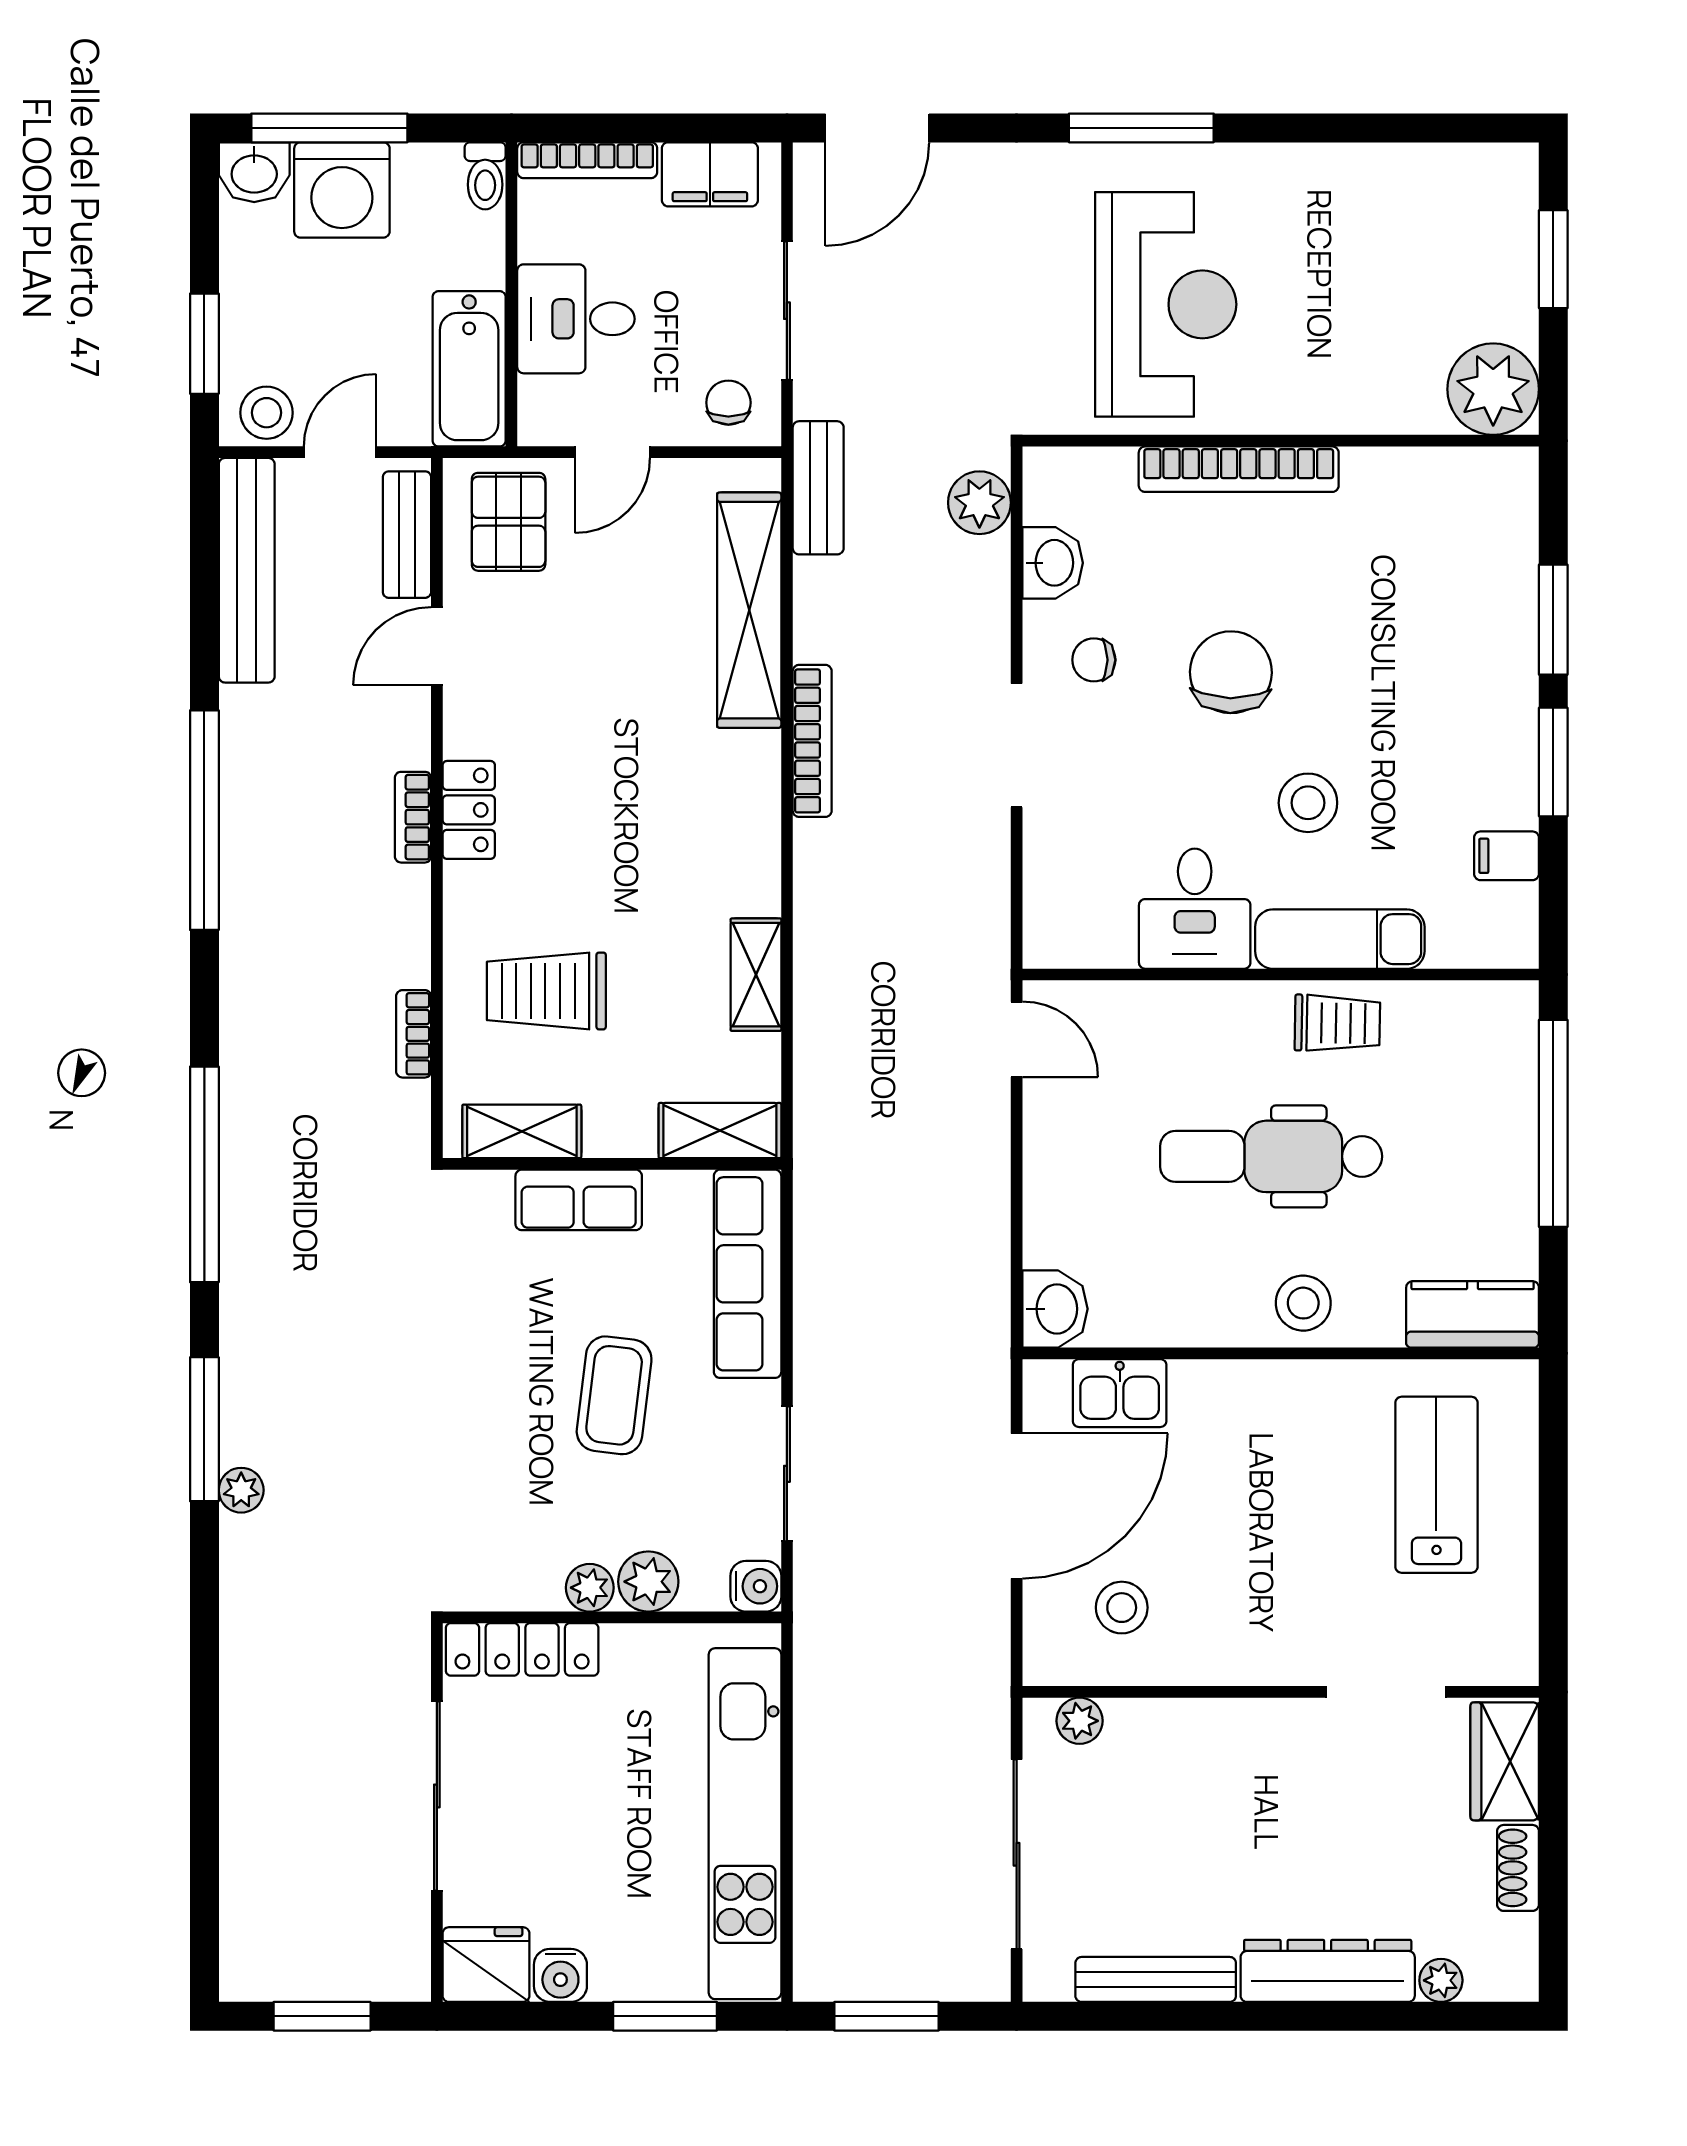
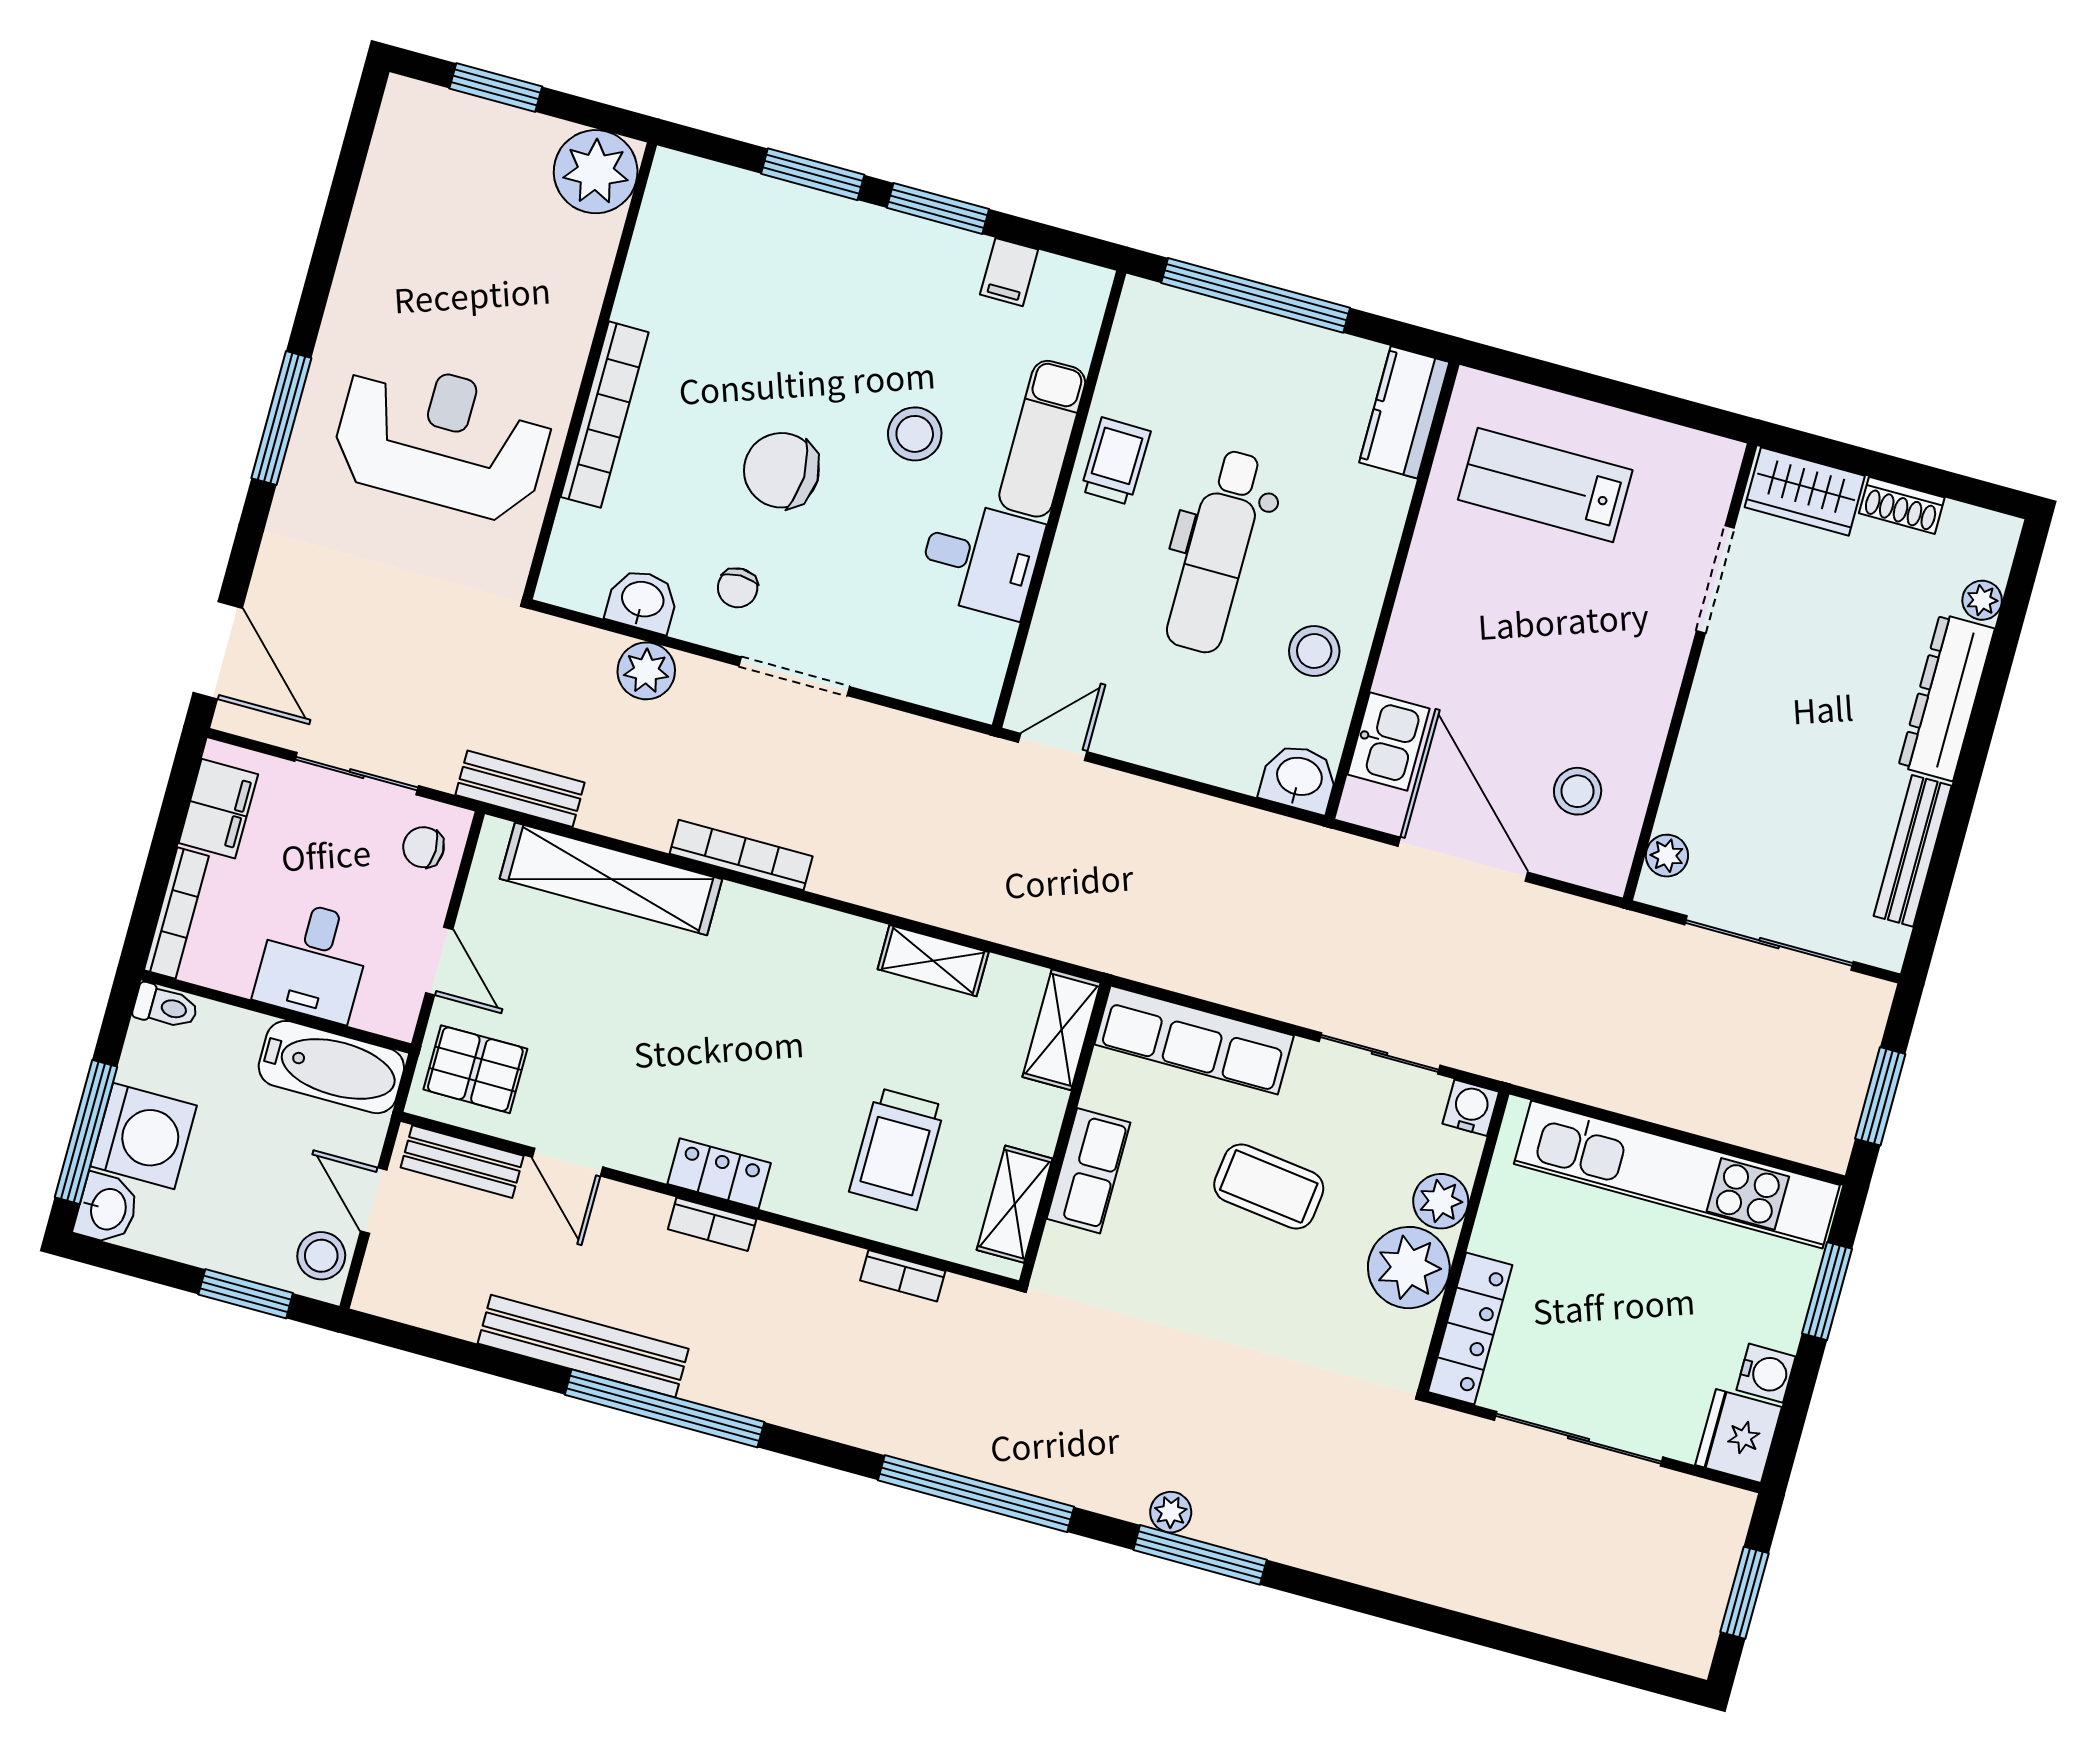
plant: (979, 503) -> (646, 671), moved
bench: (247, 570) -> (583, 1346), moved
stool: (1303, 1303) -> (1314, 651), moved
plant: (241, 1490) -> (1171, 1512), moved
plant: (590, 1588) -> (1409, 1268), width x1.88, depth x1.88

